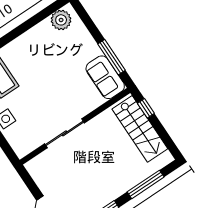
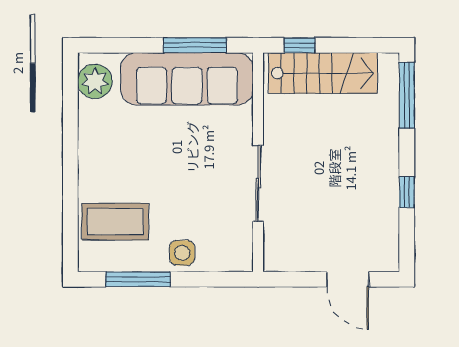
sofa: (105, 77) -> (187, 79), width x1.85, depth x1.27
window: (146, 184) -> (407, 95), moved

